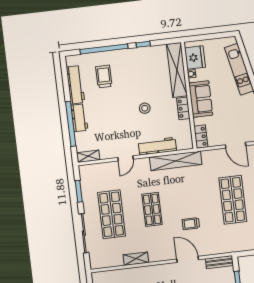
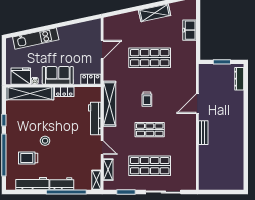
stool: (145, 108) -> (45, 141), moved
trolley: (191, 224) -> (147, 99), moved
shelving: (136, 259) -> (108, 170), moved
bench: (219, 262) -> (203, 133), moved

